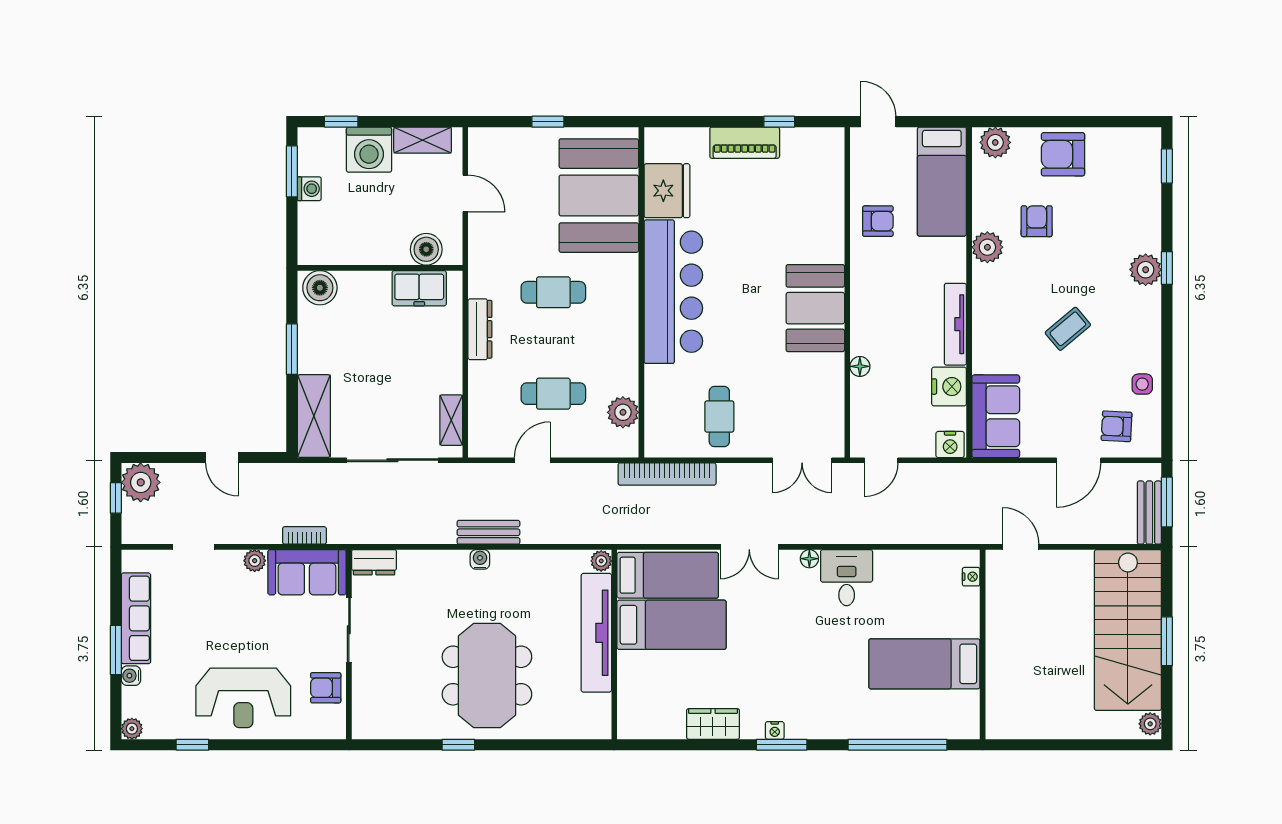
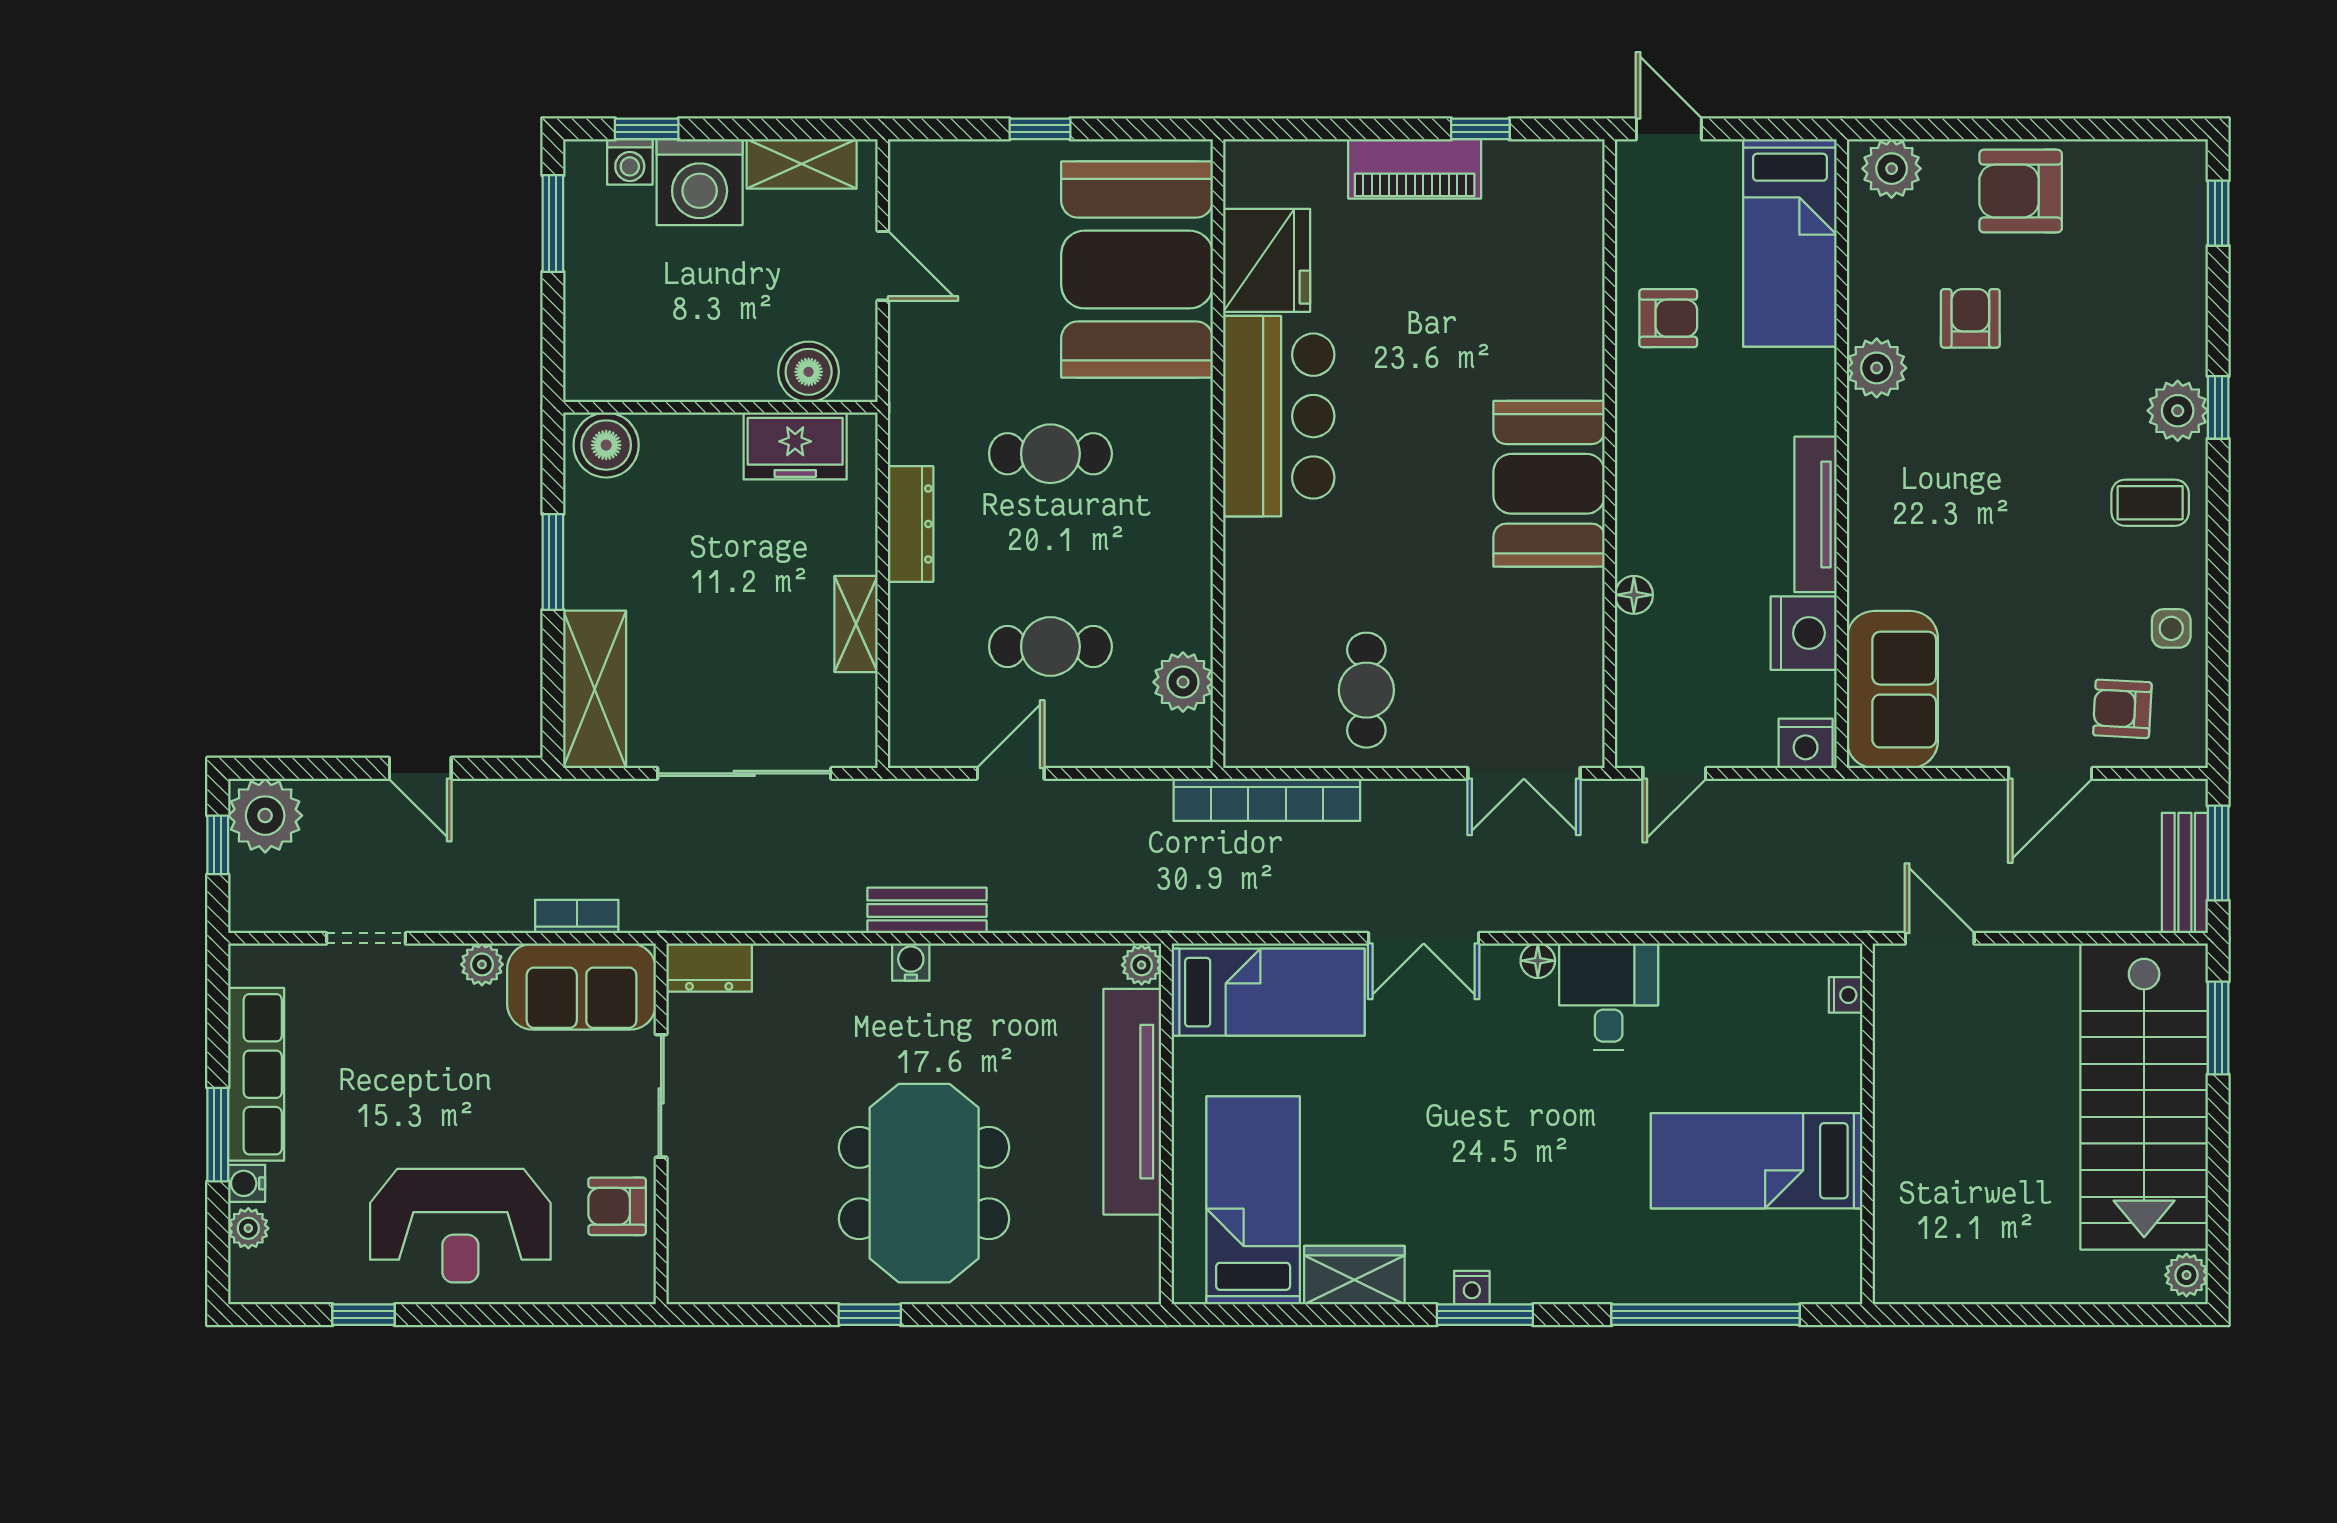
washing machine: (309, 189) -> (630, 162), moved, turned 90
bar counter: (673, 292) -> (1279, 416), width x0.73
coffee table: (1068, 329) -> (2150, 503), moved, turned 40
shelving: (451, 420) -> (856, 624), moved
bed: (672, 625) -> (1253, 1200), moved, turned -90
window: (1167, 641) -> (2218, 1028), moved
plant: (132, 729) -> (248, 1228), moved

